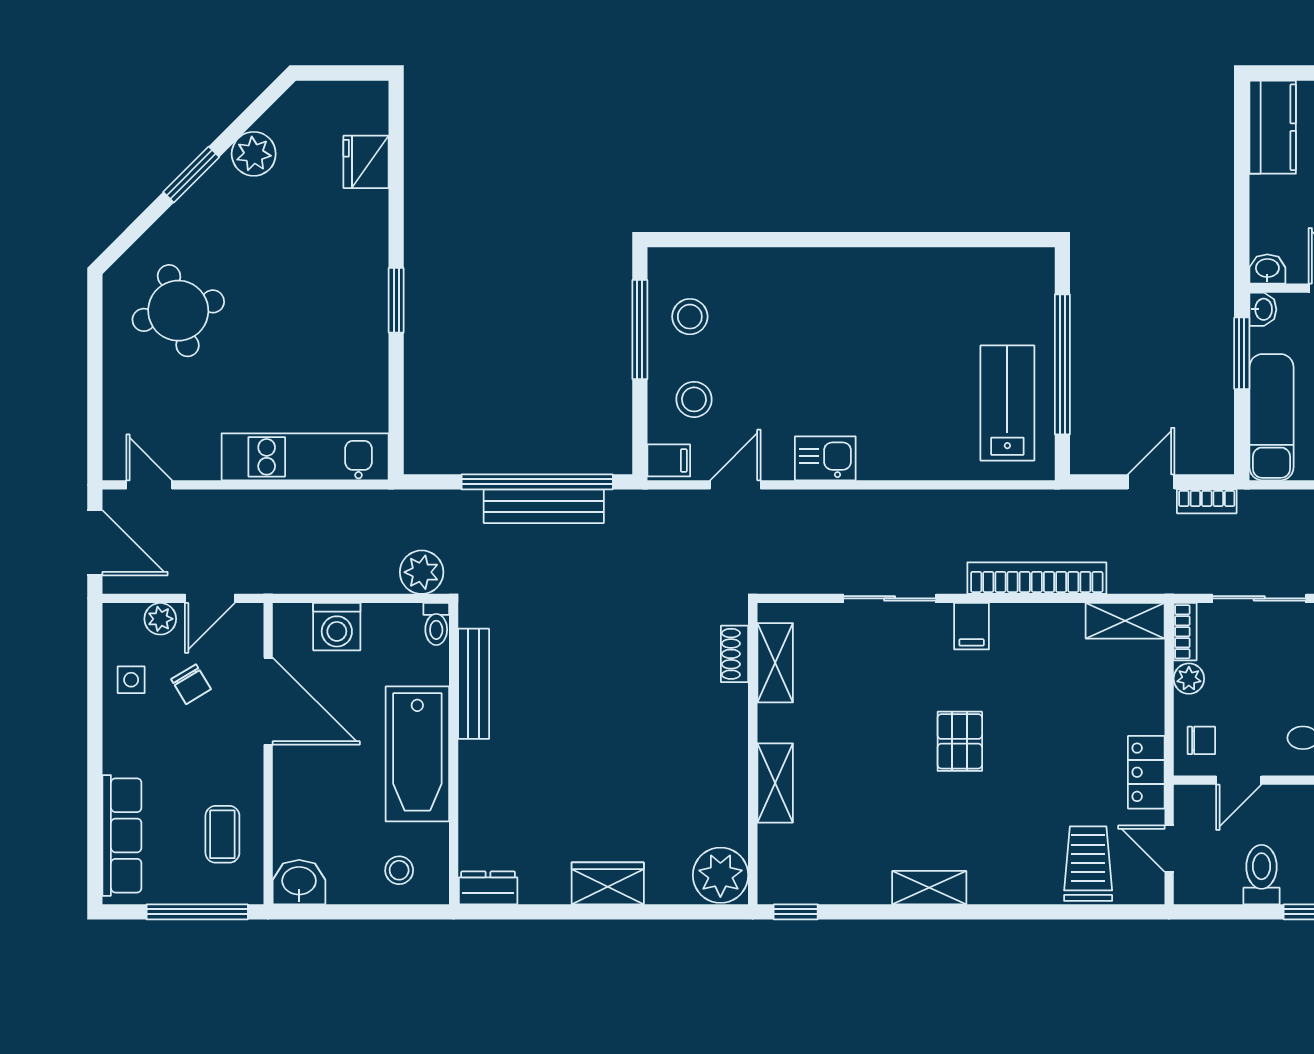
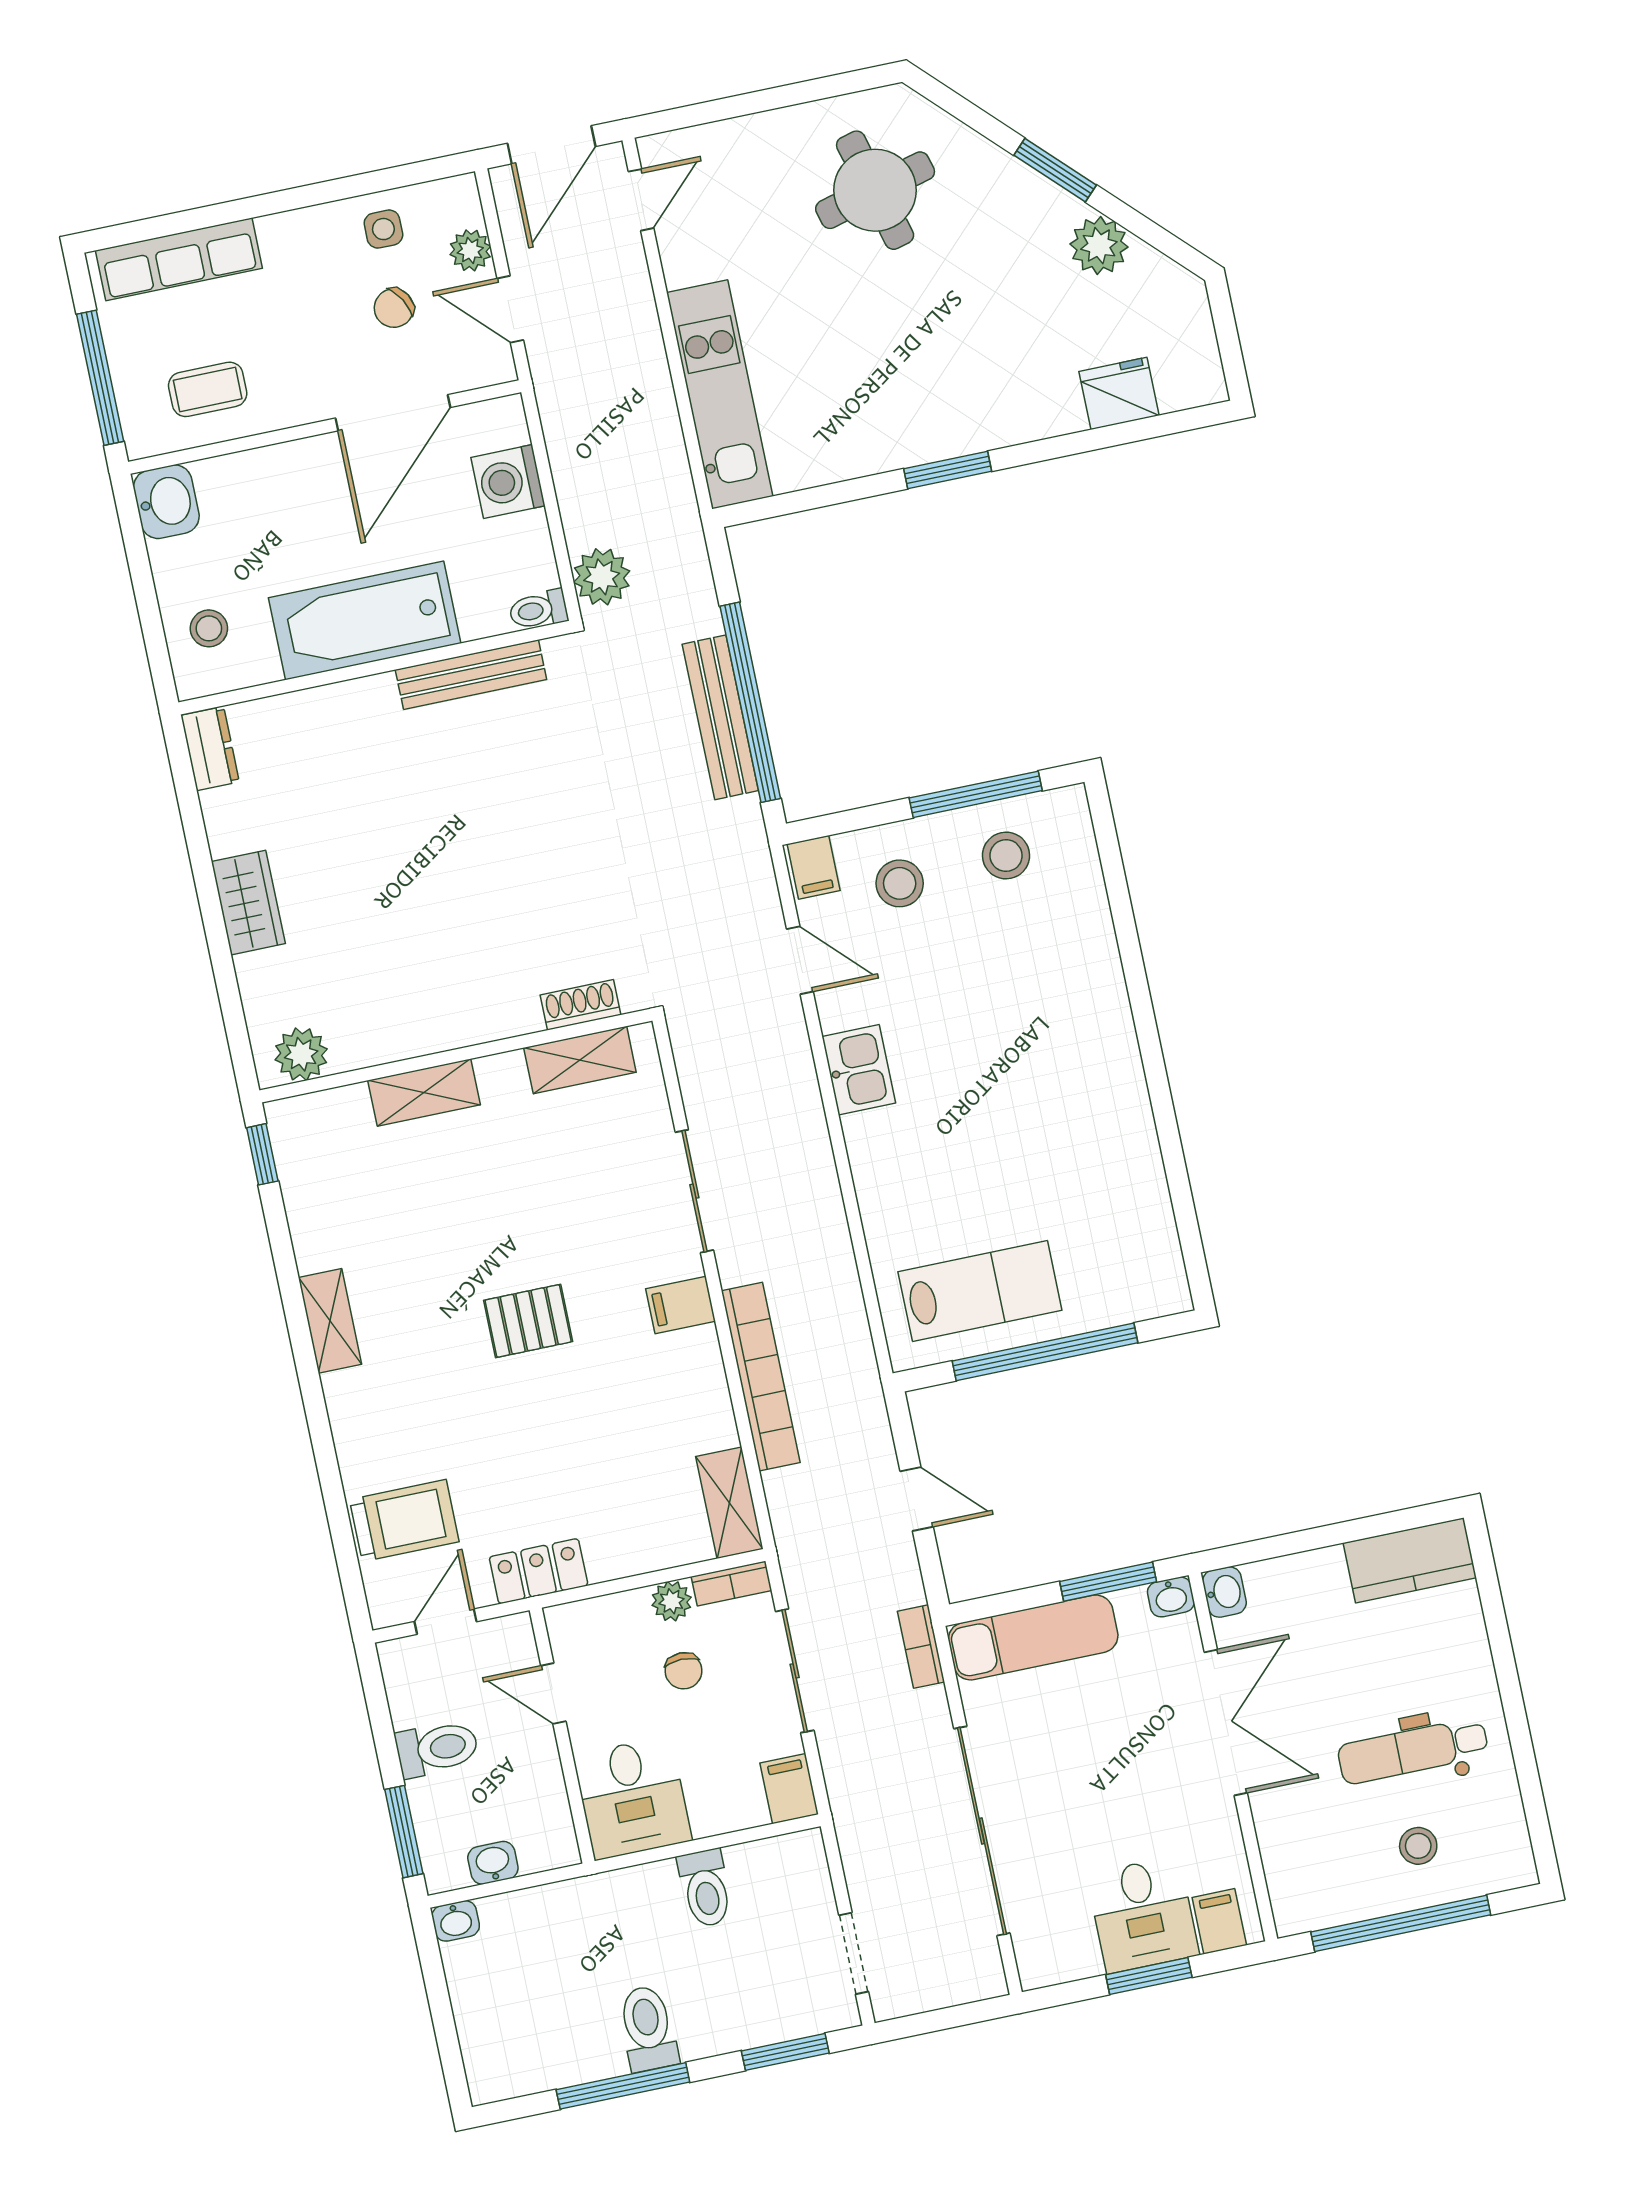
bookcase: (1207, 501) -> (921, 1647), moved
chair: (1201, 740) -> (683, 1671), moved
plant: (720, 875) -> (301, 1054), width x0.73, depth x0.73

